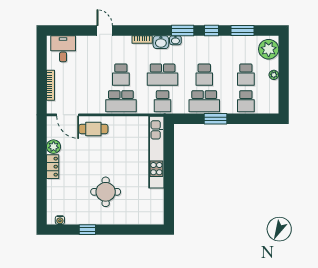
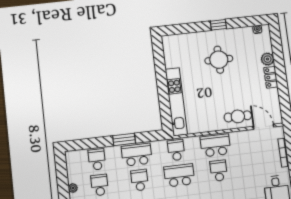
plant: (54, 147) -> (267, 59), moved
window: (87, 230) -> (218, 25), moved

